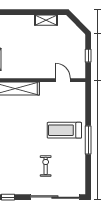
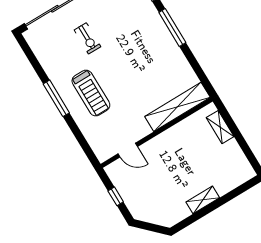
shelving: (46, 20) -> (203, 200), moved
treadmill: (64, 130) -> (91, 93), turned 90

